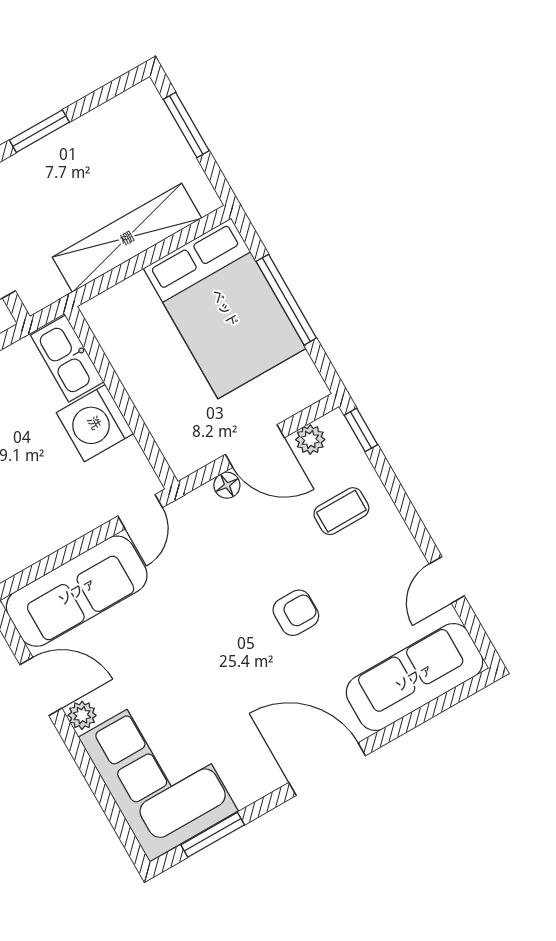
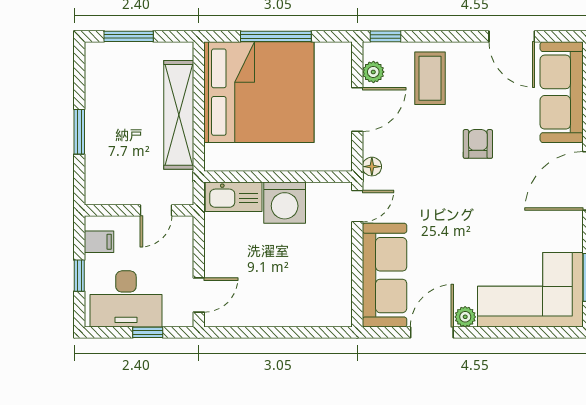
bed: (225, 308) -> (259, 92), width x1.36
floor lamp: (227, 485) -> (372, 167), moved
coffee table: (341, 511) -> (430, 78), width x1.36, depth x1.30
door: (140, 512) -> (357, 206), hinge flipped
door: (447, 580) -> (512, 36), width x1.37

